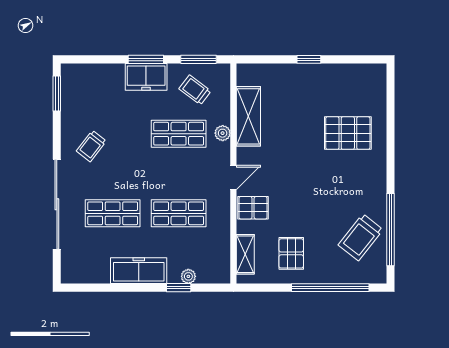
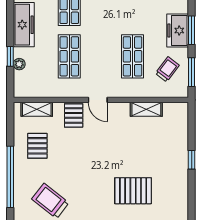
shelving: (248, 116) -> (146, 109), width x0.67, depth x0.75
plant: (223, 133) -> (133, 91), removed
pallet: (348, 133) -> (133, 191), turned 90
pallet: (291, 253) -> (37, 146), turned 90

